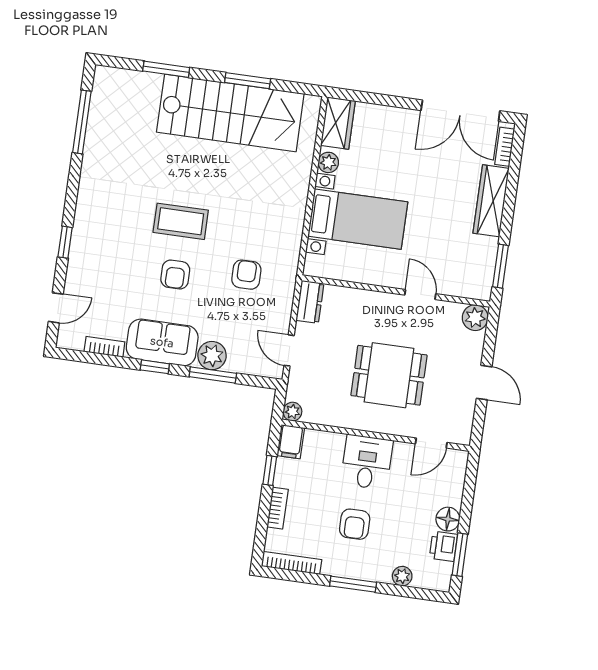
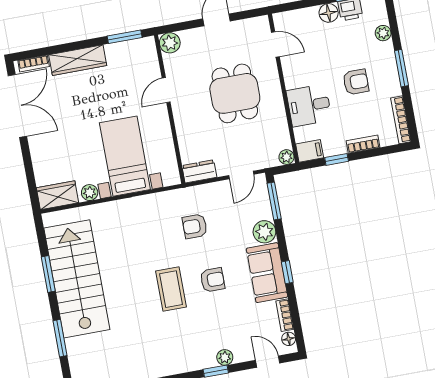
plant: (78, 258) -> (225, 357), added
floor lamp: (75, 342) -> (289, 339), added
window: (213, 375) -> (274, 201), moved
desk: (367, 462) -> (309, 105), moved

